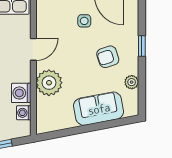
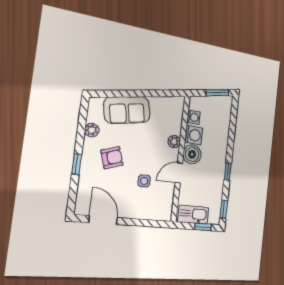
side table: (84, 21) -> (144, 181), moved
boiler: (20, 71) -> (192, 154), added
plant: (49, 83) -> (174, 141), width x0.53, depth x0.53

